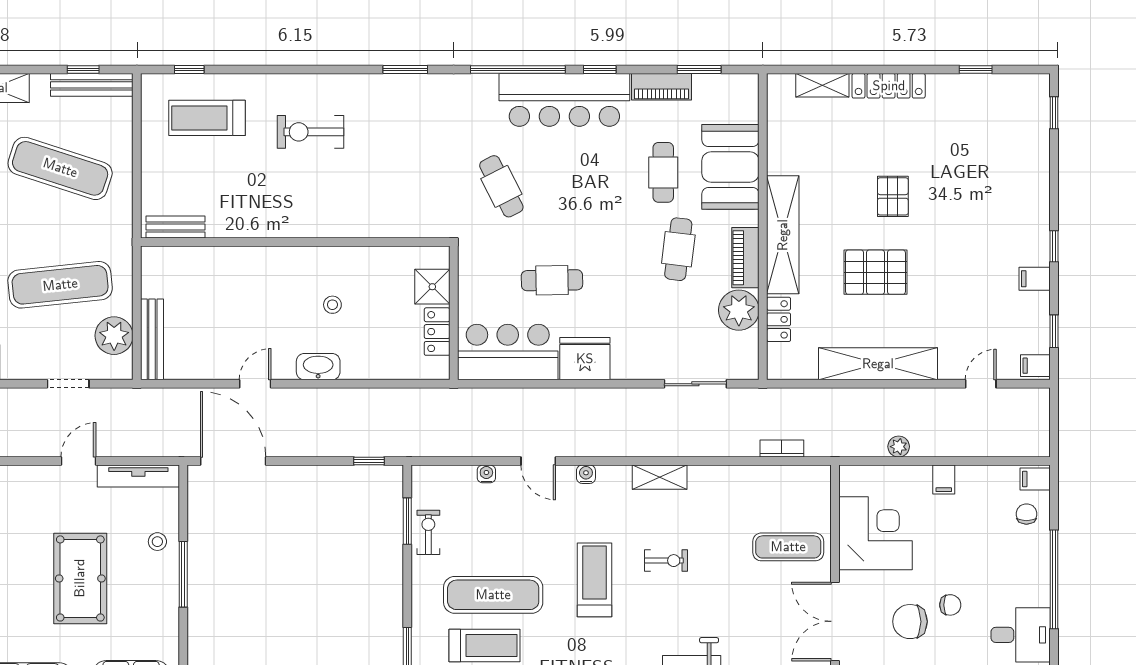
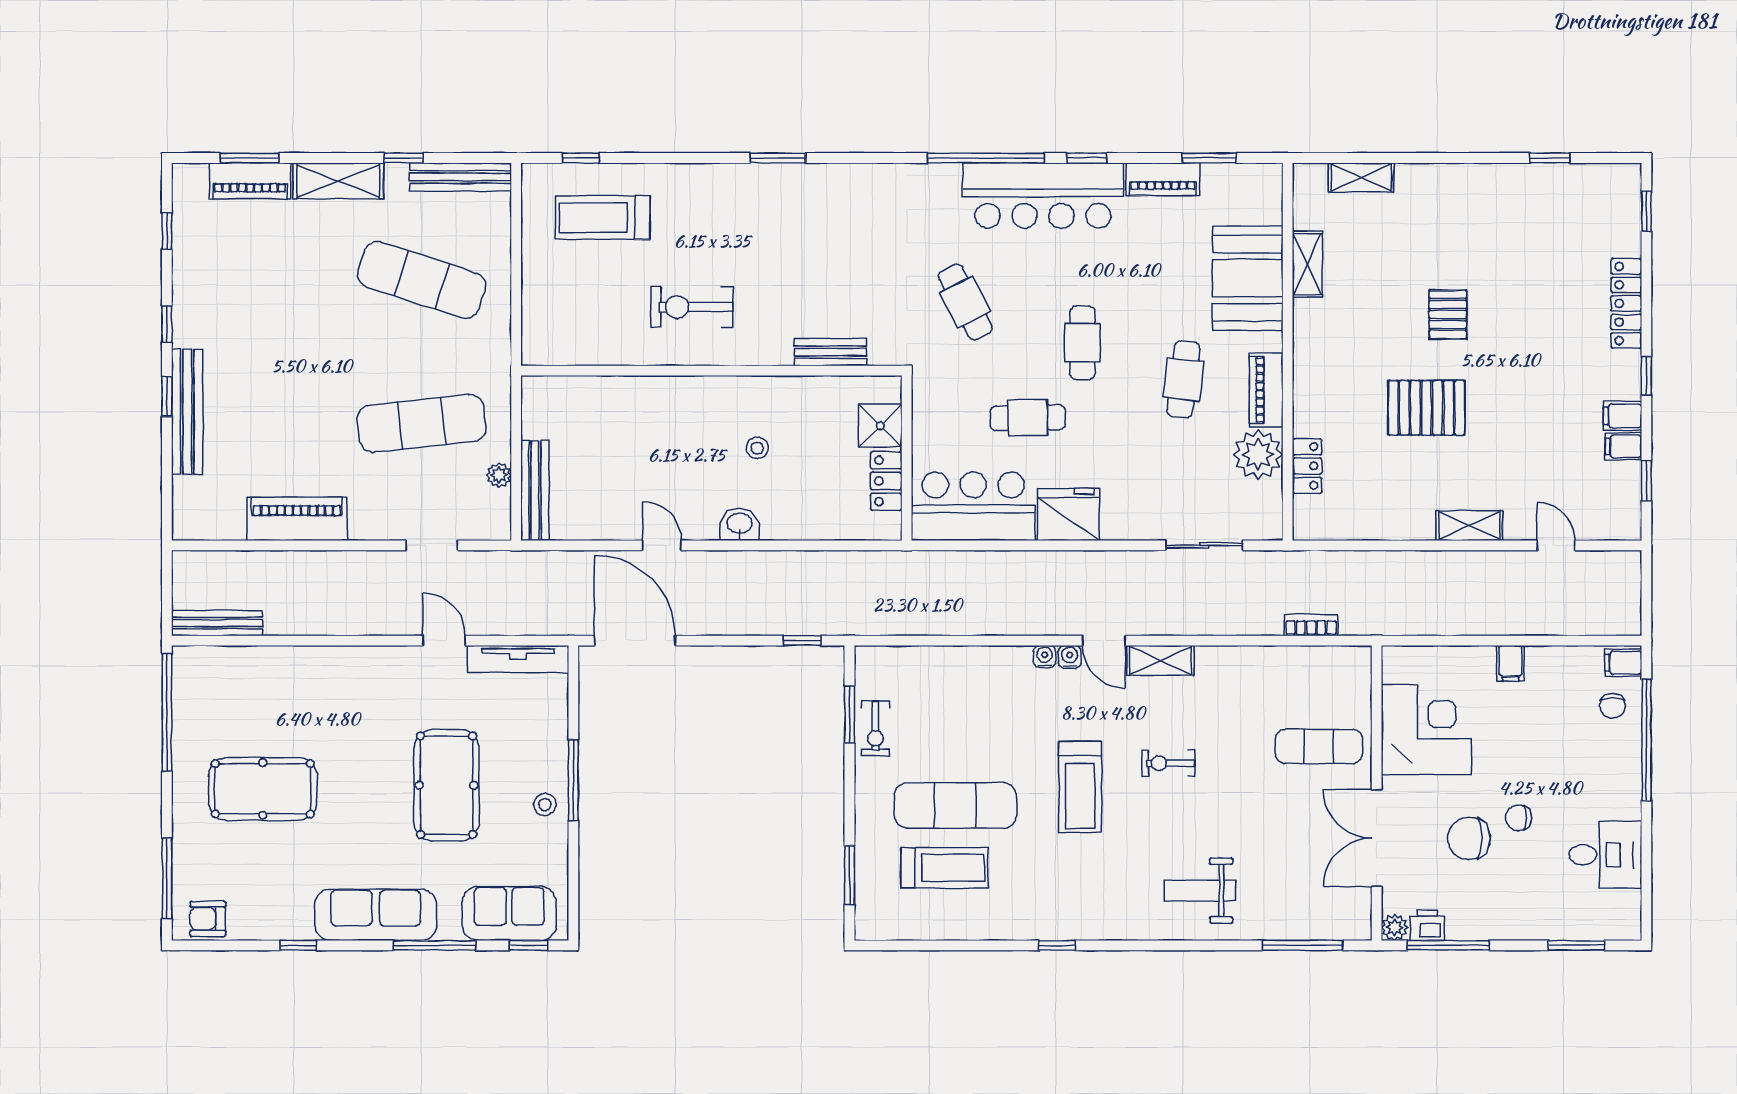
window: (83, 69) -> (404, 158), moved
window: (405, 69) -> (778, 158), moved
locker: (889, 86) -> (1626, 303), moved, turned 90
exercise bike: (311, 132) -> (692, 307), moved
cafe table: (663, 172) -> (1082, 343), moved
bench: (176, 227) -> (831, 352), moved
shelving: (783, 235) -> (1307, 264), moved, width x0.45, depth x0.75
plant: (114, 336) -> (499, 475), width x0.53, depth x0.53
shelving: (878, 364) -> (1469, 526), width x0.45, depth x0.75
filing cabinet: (1035, 366) -> (1624, 446), moved
washbasin: (318, 367) -> (740, 524), width x0.72
door: (255, 384) -> (662, 545), hinge flipped
door: (981, 384) -> (1556, 545), hinge flipped
plant: (899, 447) -> (1455, 623), removed
door: (78, 461) -> (444, 641), hinge flipped
door: (538, 461) -> (1104, 641), moved
water cooler: (486, 474) -> (1045, 656), moved
chair: (1026, 514) -> (1612, 706), turned 180
exercise bike: (428, 532) -> (875, 728), turned 180
stool: (157, 542) -> (545, 805), moved
exercise bike: (666, 561) -> (1168, 763), turned 180
window: (1054, 579) -> (1646, 740), moved
treadmill: (594, 580) -> (1080, 787), turned 180
chair: (950, 605) -> (1519, 818), turned 180

